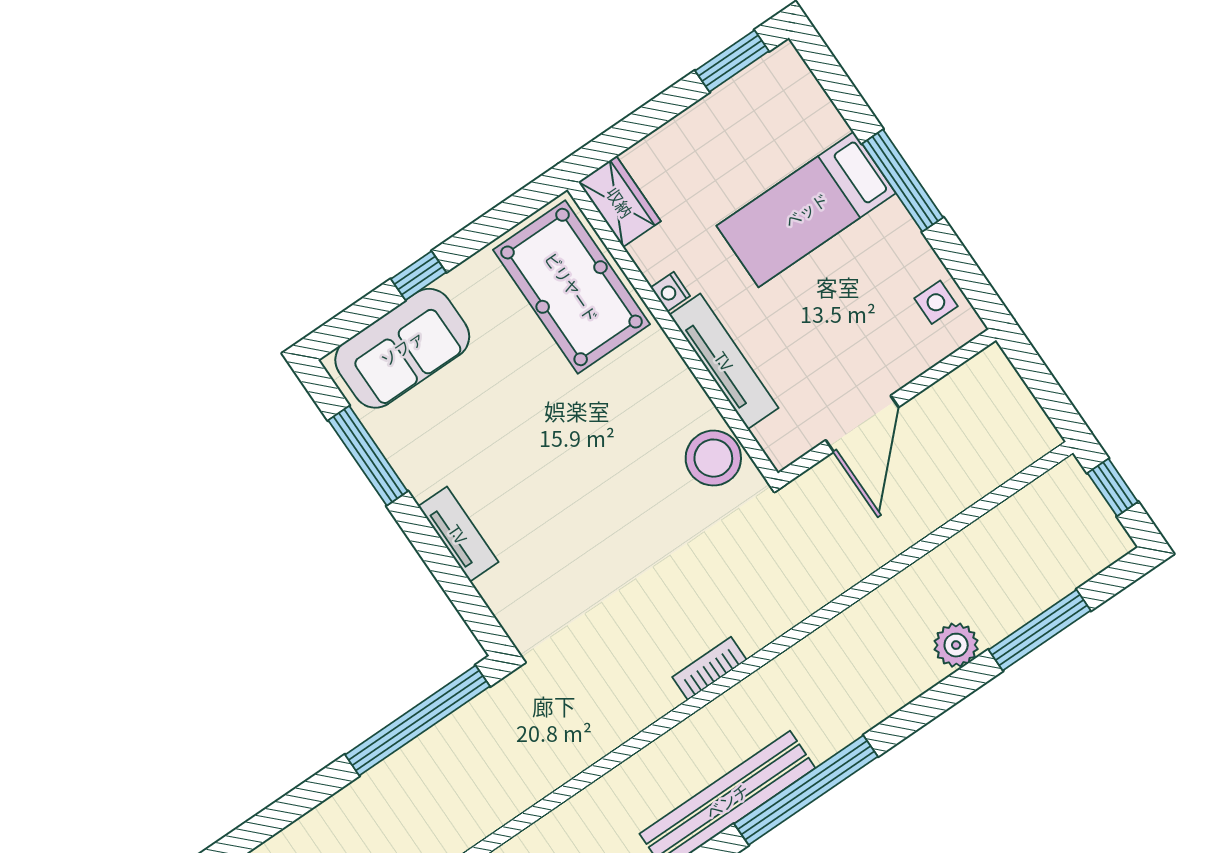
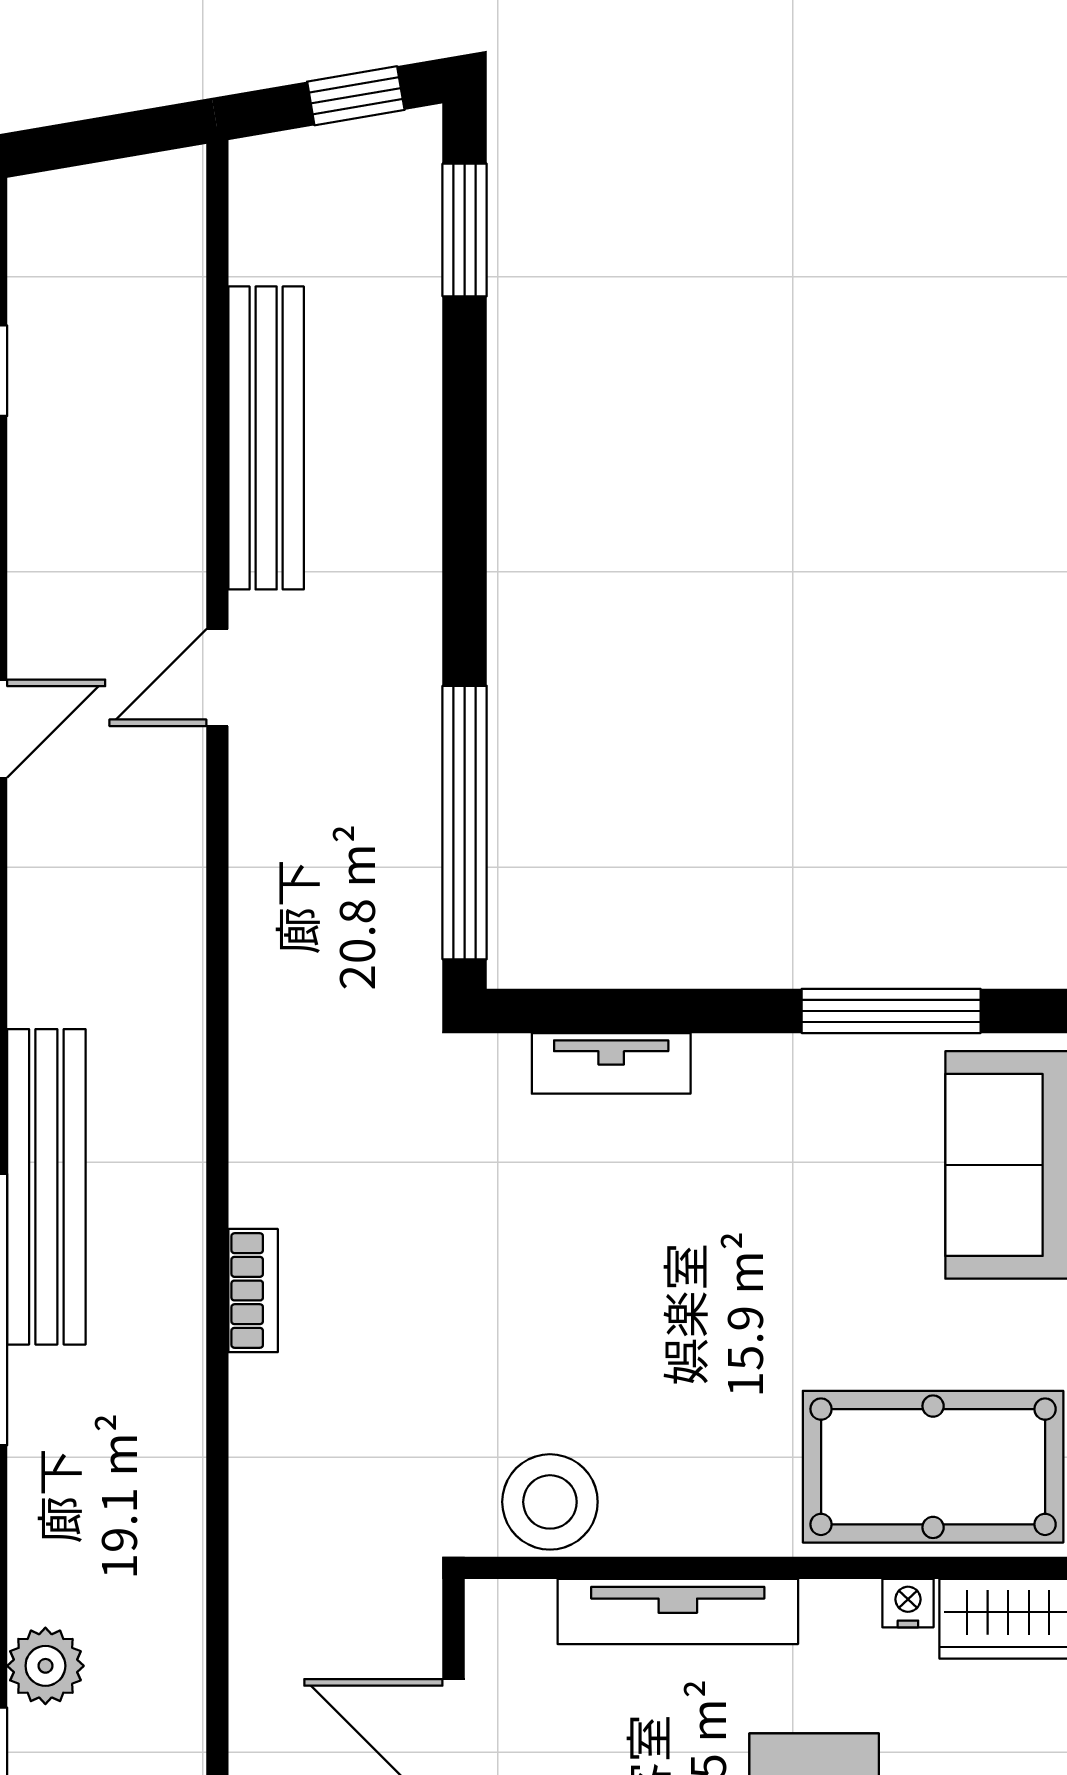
nightstand: (670, 292) -> (908, 1603), moved
tv unit: (458, 534) -> (611, 1063), moved

